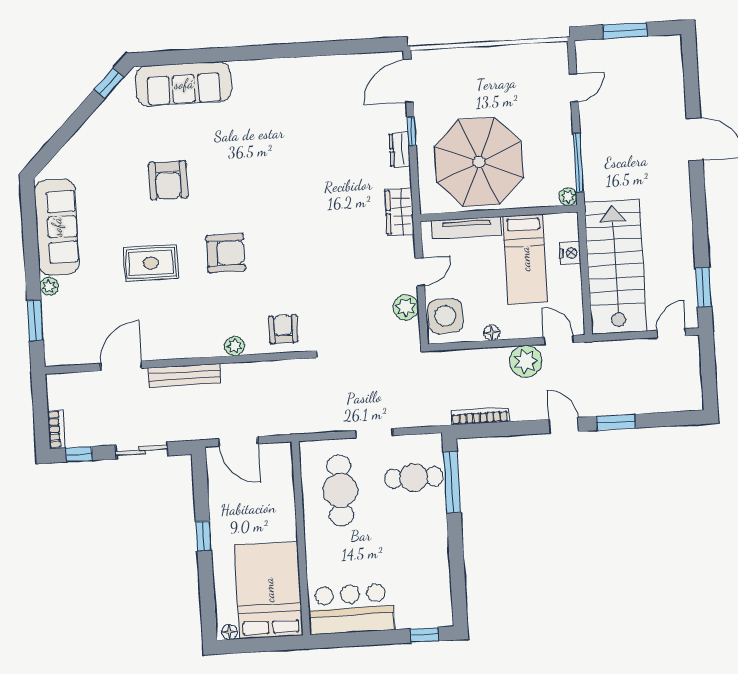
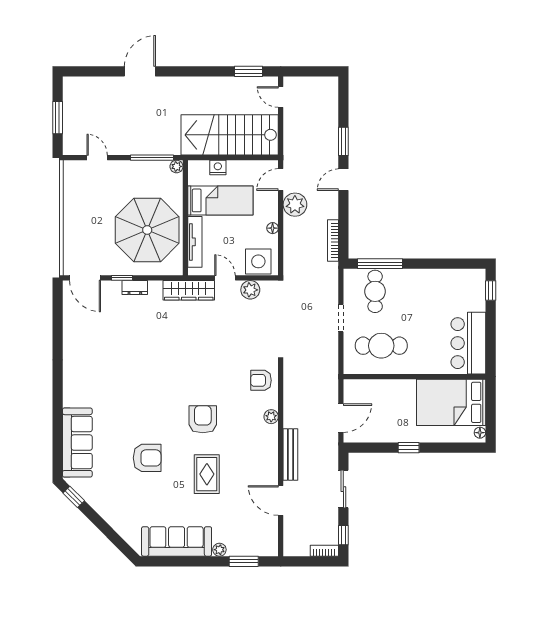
wardrobe: (399, 212) -> (189, 290), width x1.50

